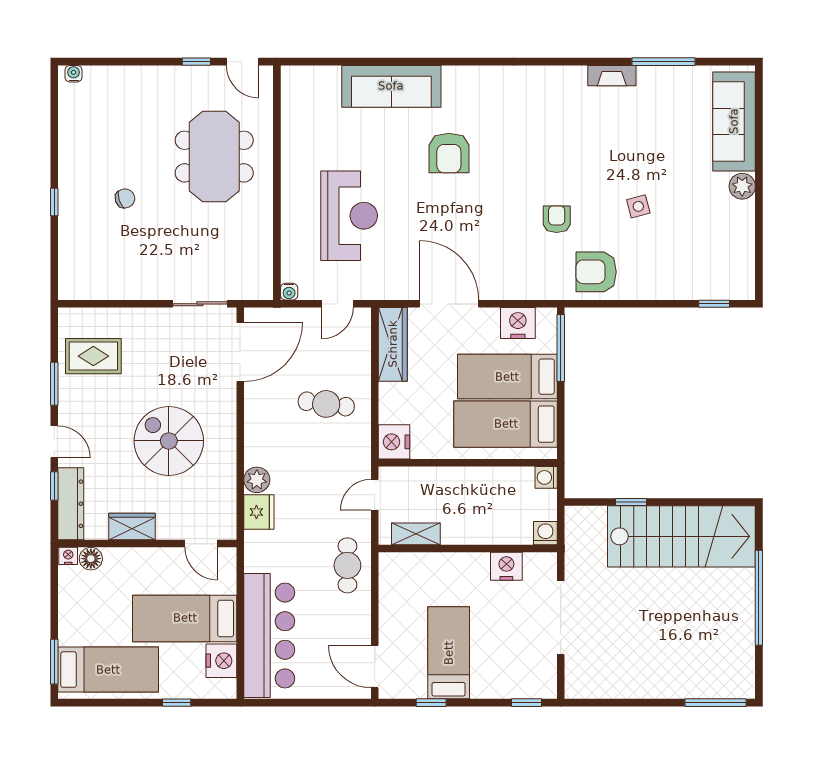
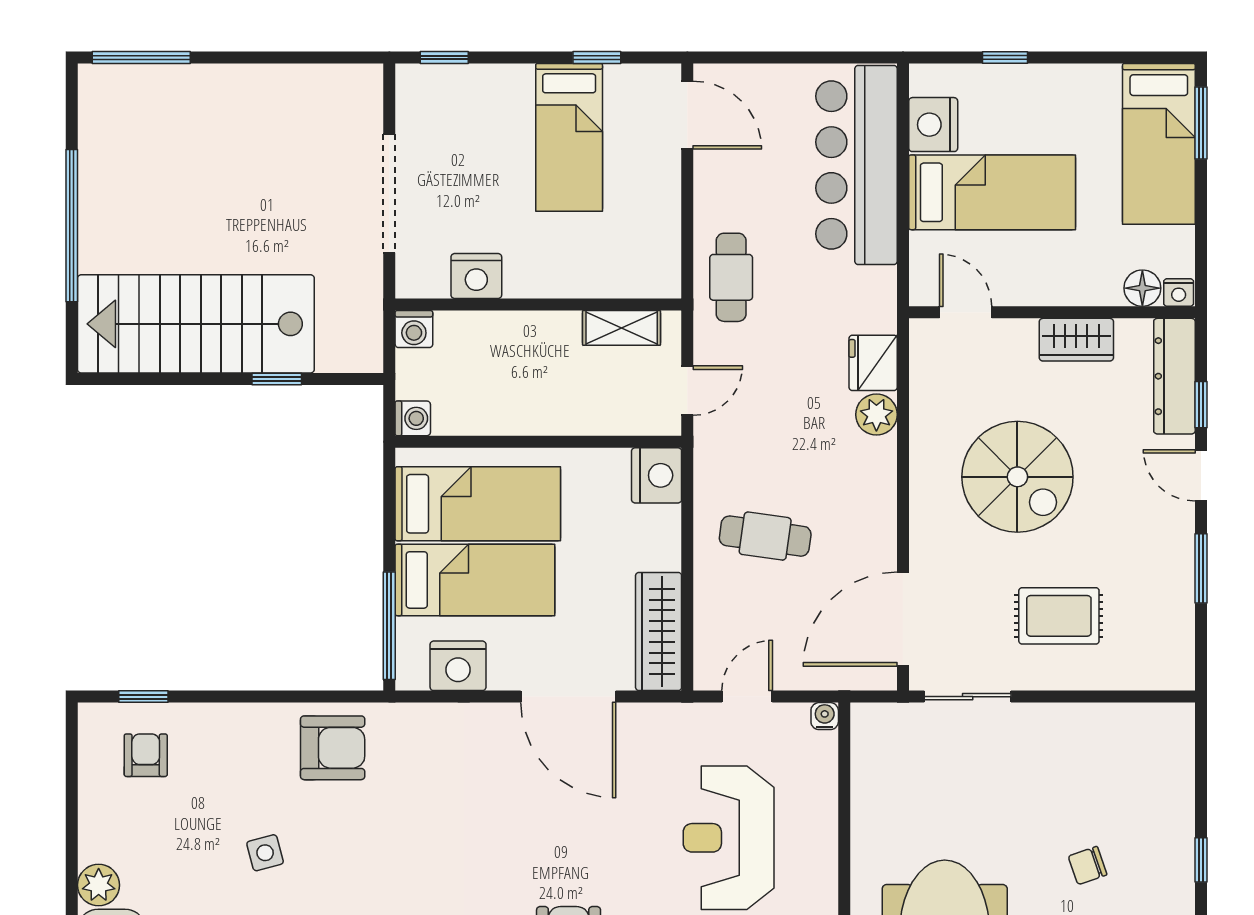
armchair: (557, 219) -> (146, 755), moved, turned 180
rug: (93, 356) -> (1059, 616), moved
bed: (108, 670) -> (1159, 144), moved, turned -90

